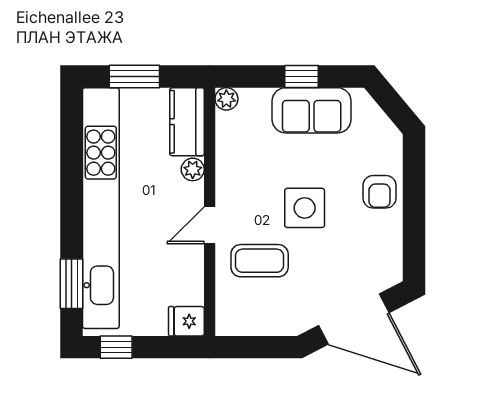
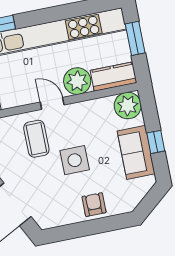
plant: (226, 99) -> (128, 106), width x1.88, depth x1.88
plant: (193, 169) -> (77, 81), width x1.87, depth x1.87
armchair: (380, 192) -> (94, 205), turned 90

